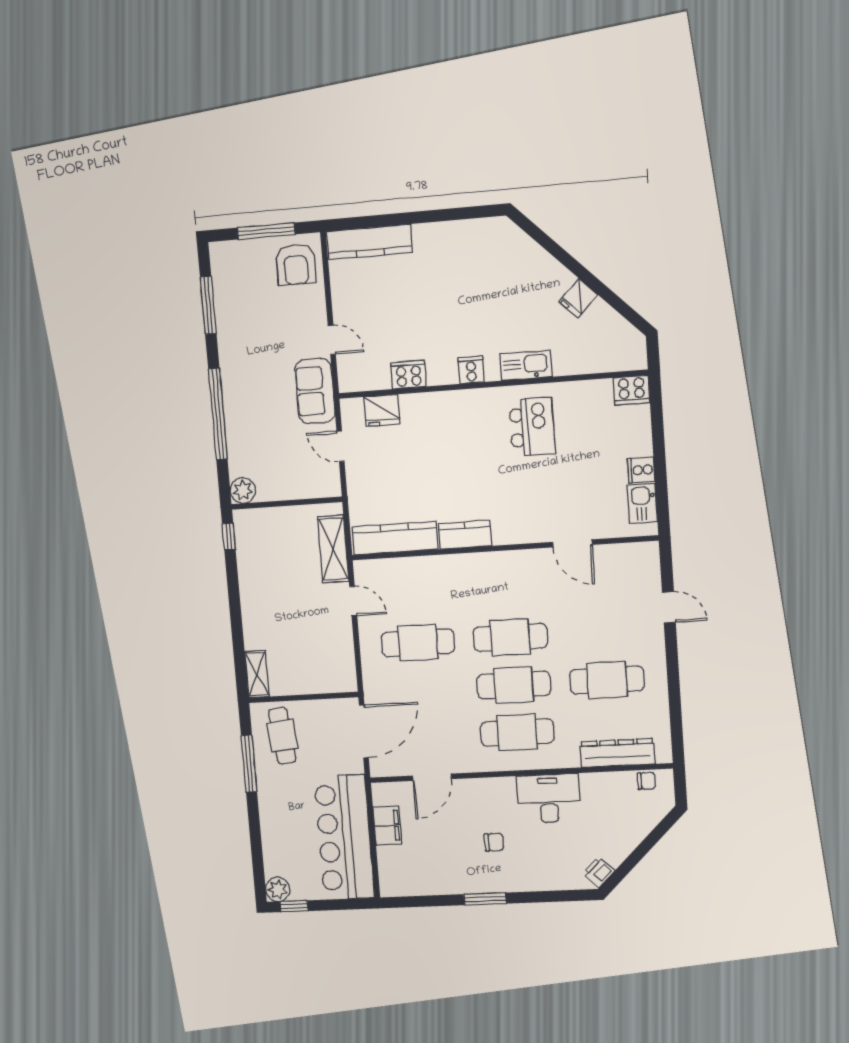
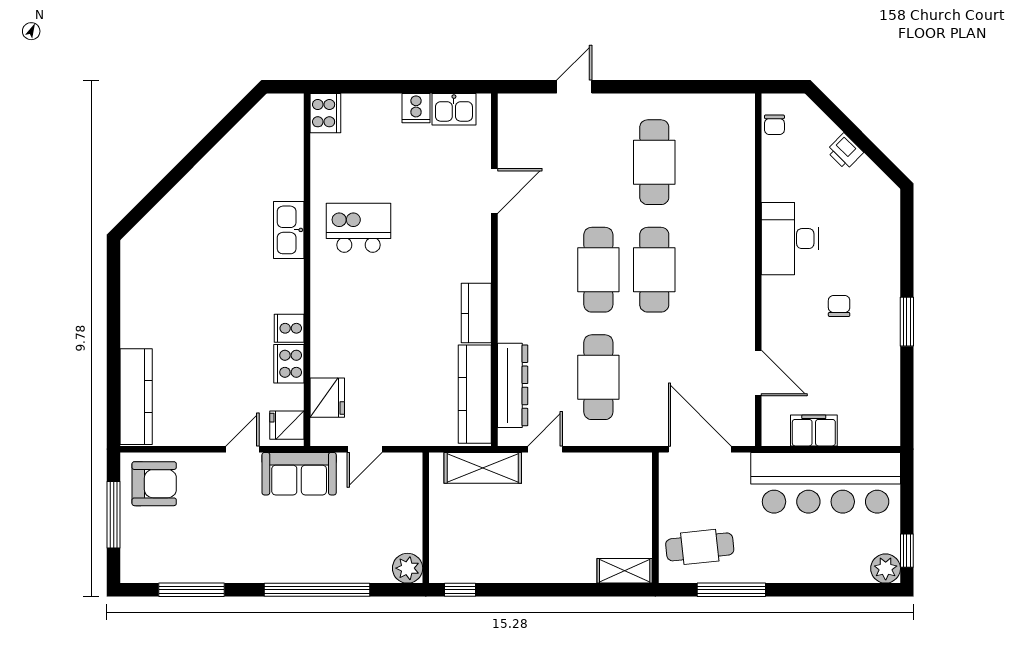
fridge: (578, 298) -> (287, 425), moved, turned 135
cooker: (471, 370) -> (289, 328), moved
cafe table: (517, 733) -> (710, 270), removed
dresser: (617, 753) -> (513, 385), moved, turned 180
chair: (646, 781) -> (774, 125), turned 180
printer: (599, 872) -> (845, 152), moved

